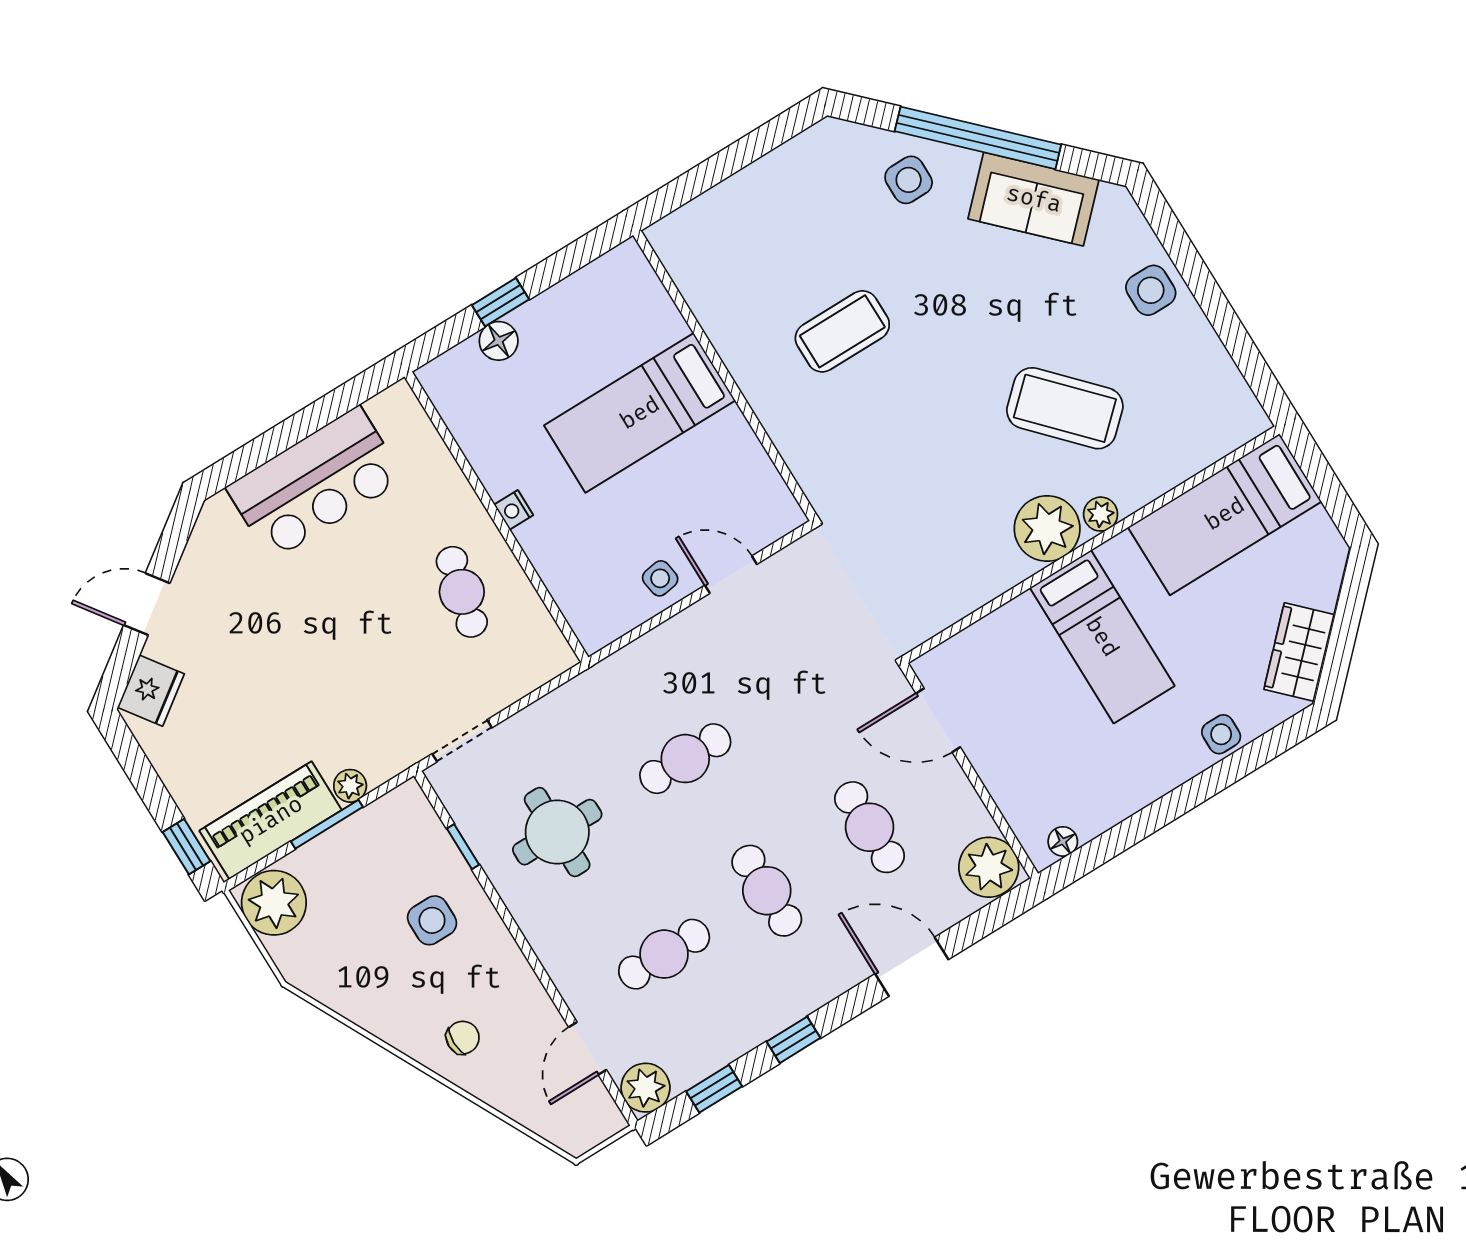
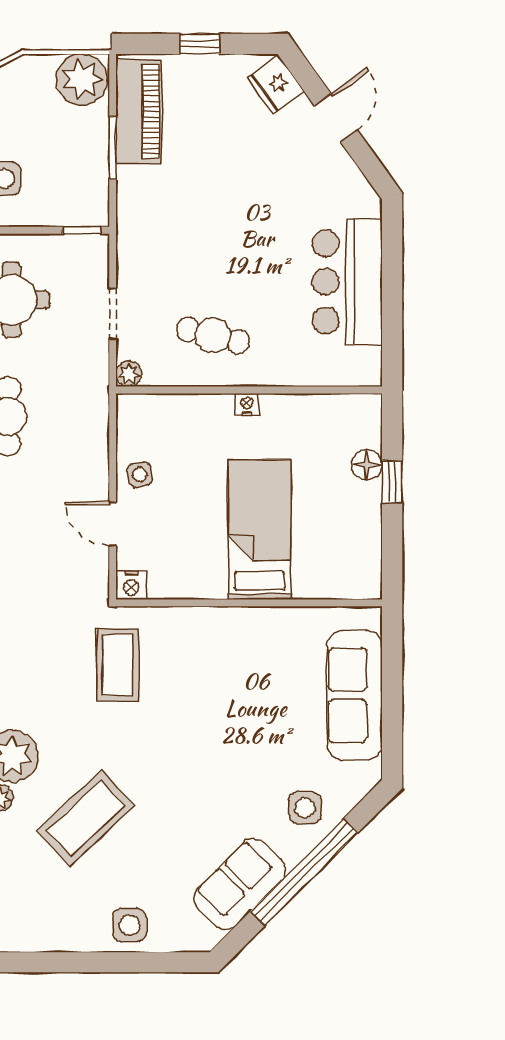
sofa: (754, 201) -> (355, 695), added
coffee table: (842, 331) -> (118, 665), moved
nightstand: (784, 514) -> (132, 585), added
door: (731, 575) -> (113, 524), swing flipped
doorway: (462, 741) -> (113, 313), moved
plant: (350, 786) -> (129, 374), moved
window: (186, 847) -> (200, 44), moved
window: (463, 847) -> (82, 230), moved

